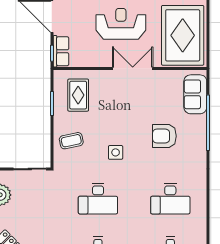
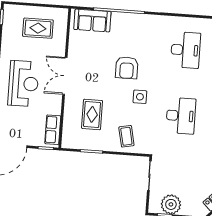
reception desk: (121, 24) -> (23, 84), turned 180
rug: (183, 35) -> (38, 28), width x0.54, depth x0.49
row of seats: (61, 51) -> (53, 130), moved, turned -90
rug: (78, 95) -> (92, 114), moved, turned 90
armchair: (164, 136) -> (127, 68), moved

